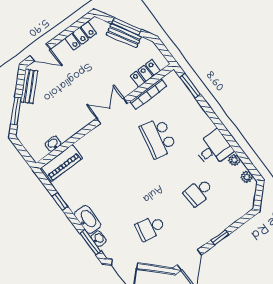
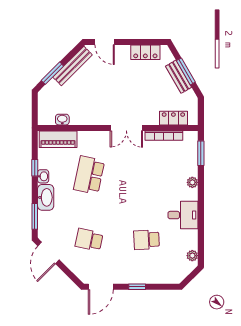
bench: (29, 86) -> (73, 66), width x1.36
double door: (112, 111) -> (126, 128), swing flipped
school desk: (158, 138) -> (89, 175), moved
plant: (234, 160) -> (192, 182), moved
washbasin: (99, 239) -> (43, 176), moved

